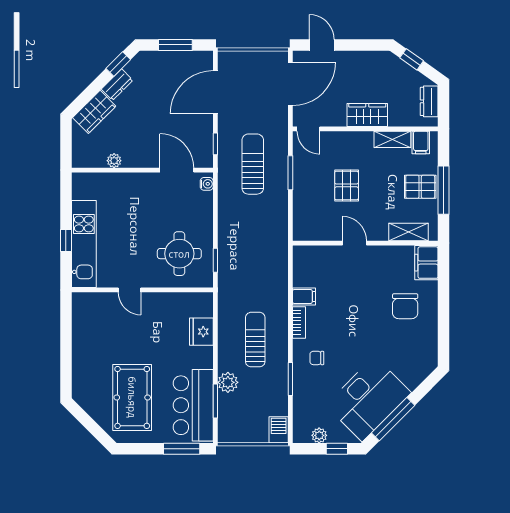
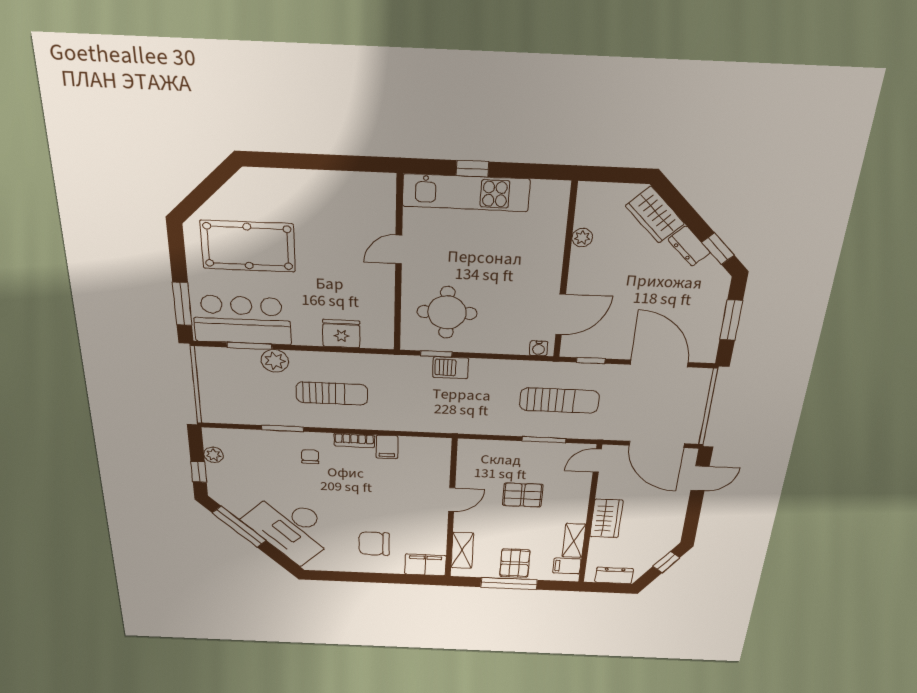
desk: (368, 399) -> (291, 528), moved
barbecue: (279, 430) -> (451, 368), moved, turned 180

